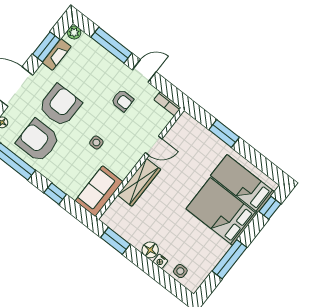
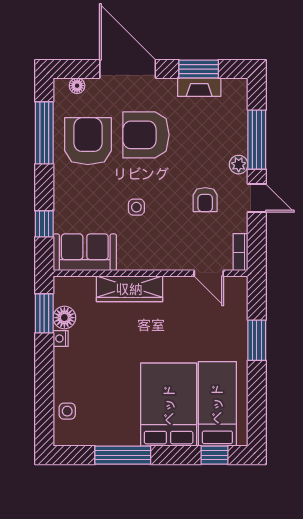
plant: (74, 32) -> (239, 165), moved
armchair: (60, 105) -> (146, 135), turned 180
door: (154, 146) -> (209, 273), moved
window: (55, 194) -> (44, 224), moved
floor lamp: (150, 250) -> (64, 318), moved
nightstand: (160, 261) -> (61, 339), moved

